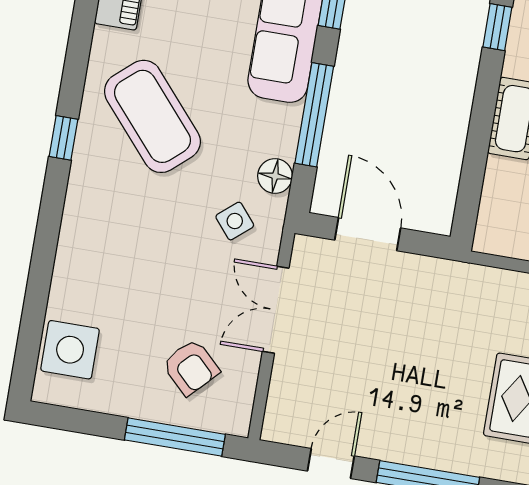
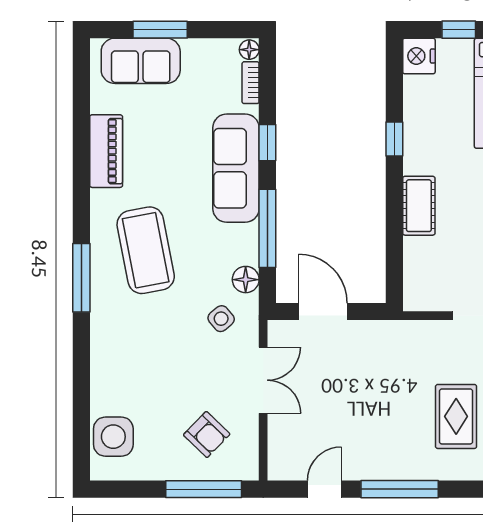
coffee table: (152, 116) -> (146, 250), turned 30
window: (63, 138) -> (81, 278), width x2.17
double door: (276, 310) -> (263, 380), swing flipped

